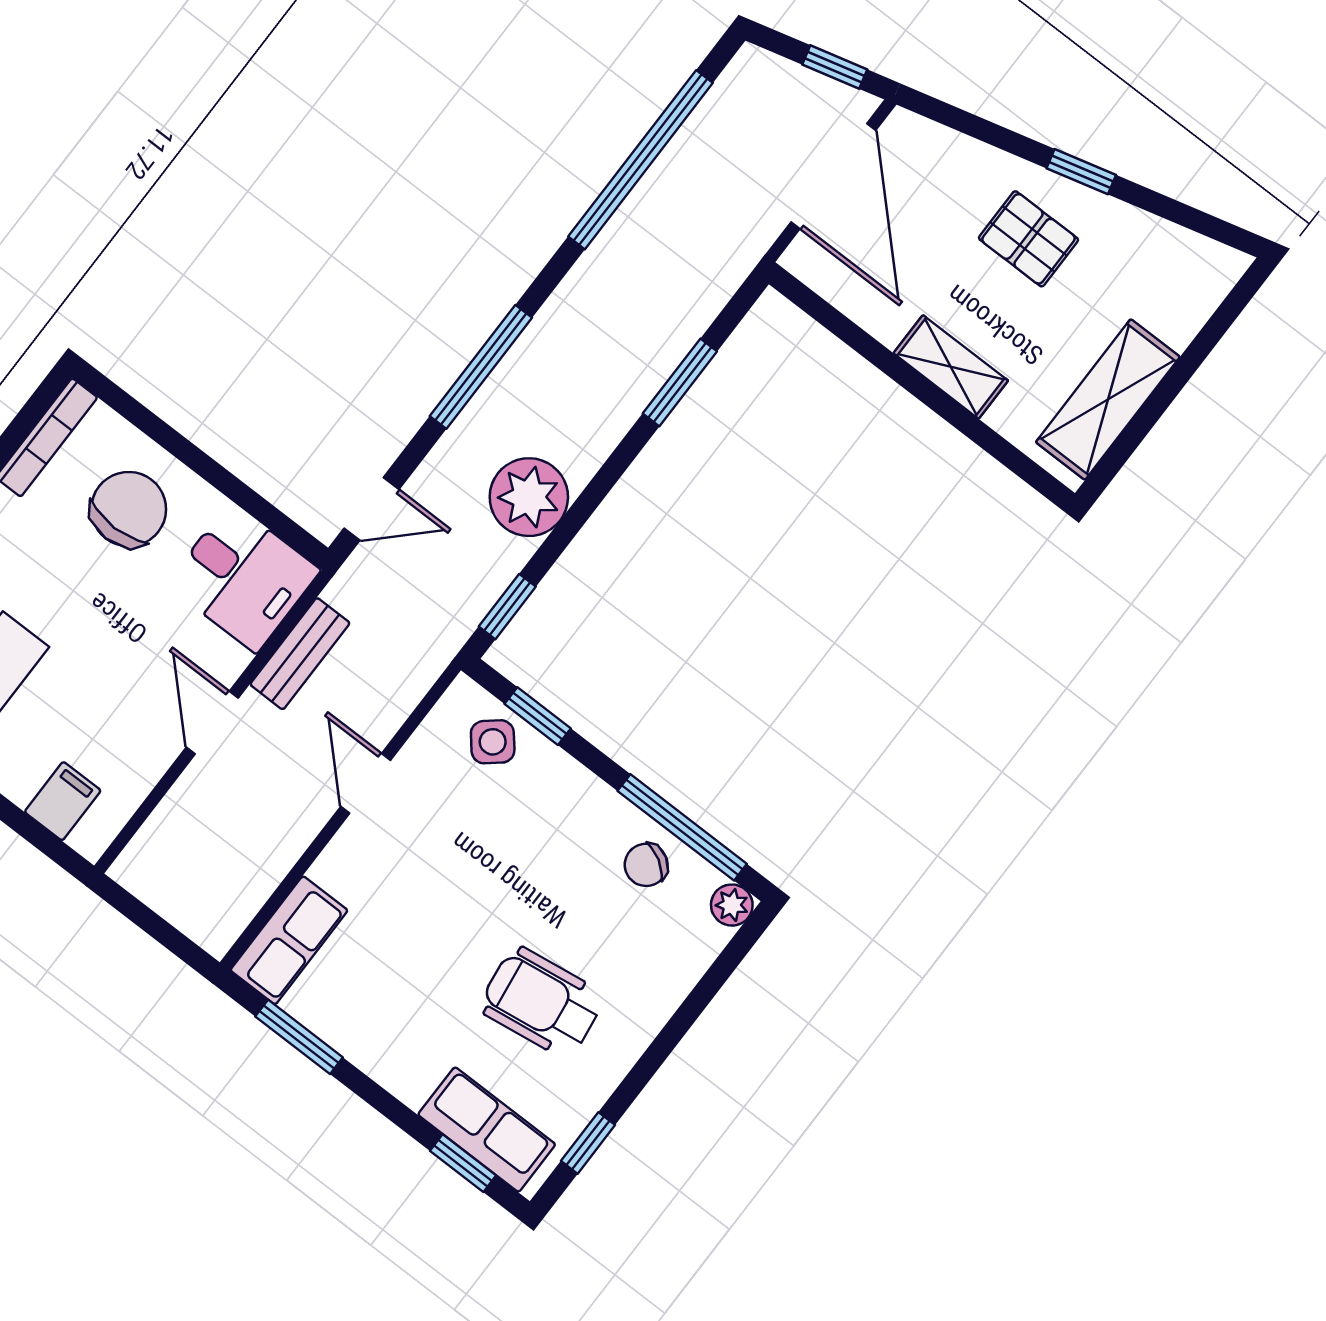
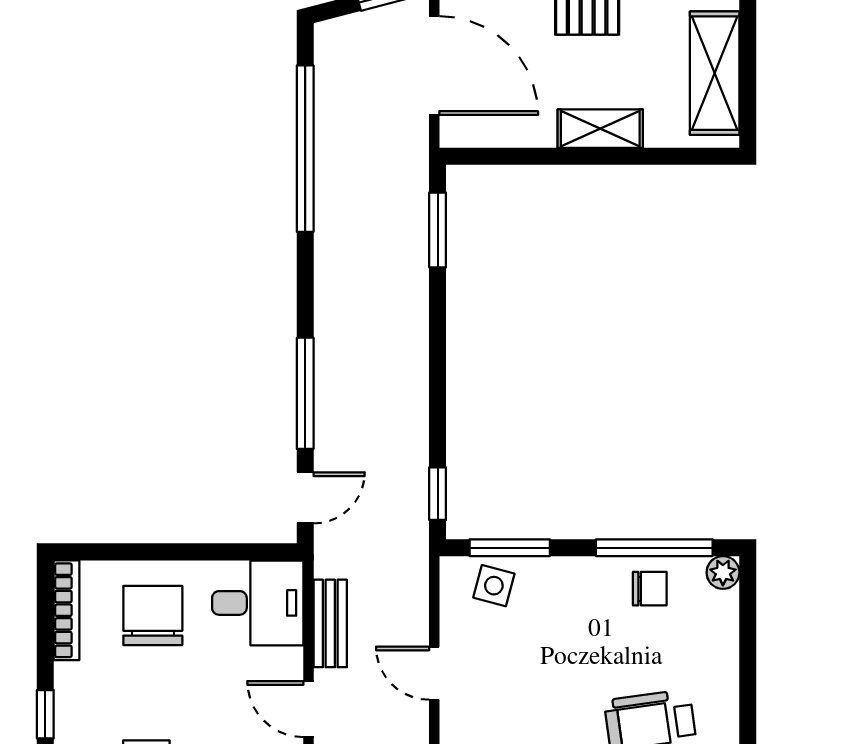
window: (481, 367) -> (305, 393), moved
window: (680, 382) -> (438, 230), moved
plant: (529, 497) -> (398, 414), removed
window: (538, 716) -> (510, 548), width x1.50
side table: (493, 742) -> (494, 586), turned -35
chair: (646, 865) -> (650, 589), turned -121

